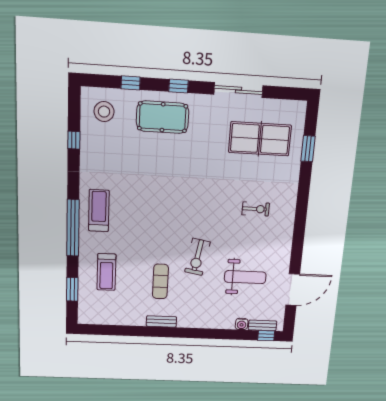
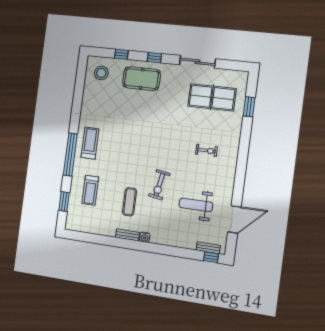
window: (74, 140) -> (79, 92), removed
weight bench: (245, 277) -> (196, 205), turned 180
water cooler: (242, 324) -> (145, 237), moved

